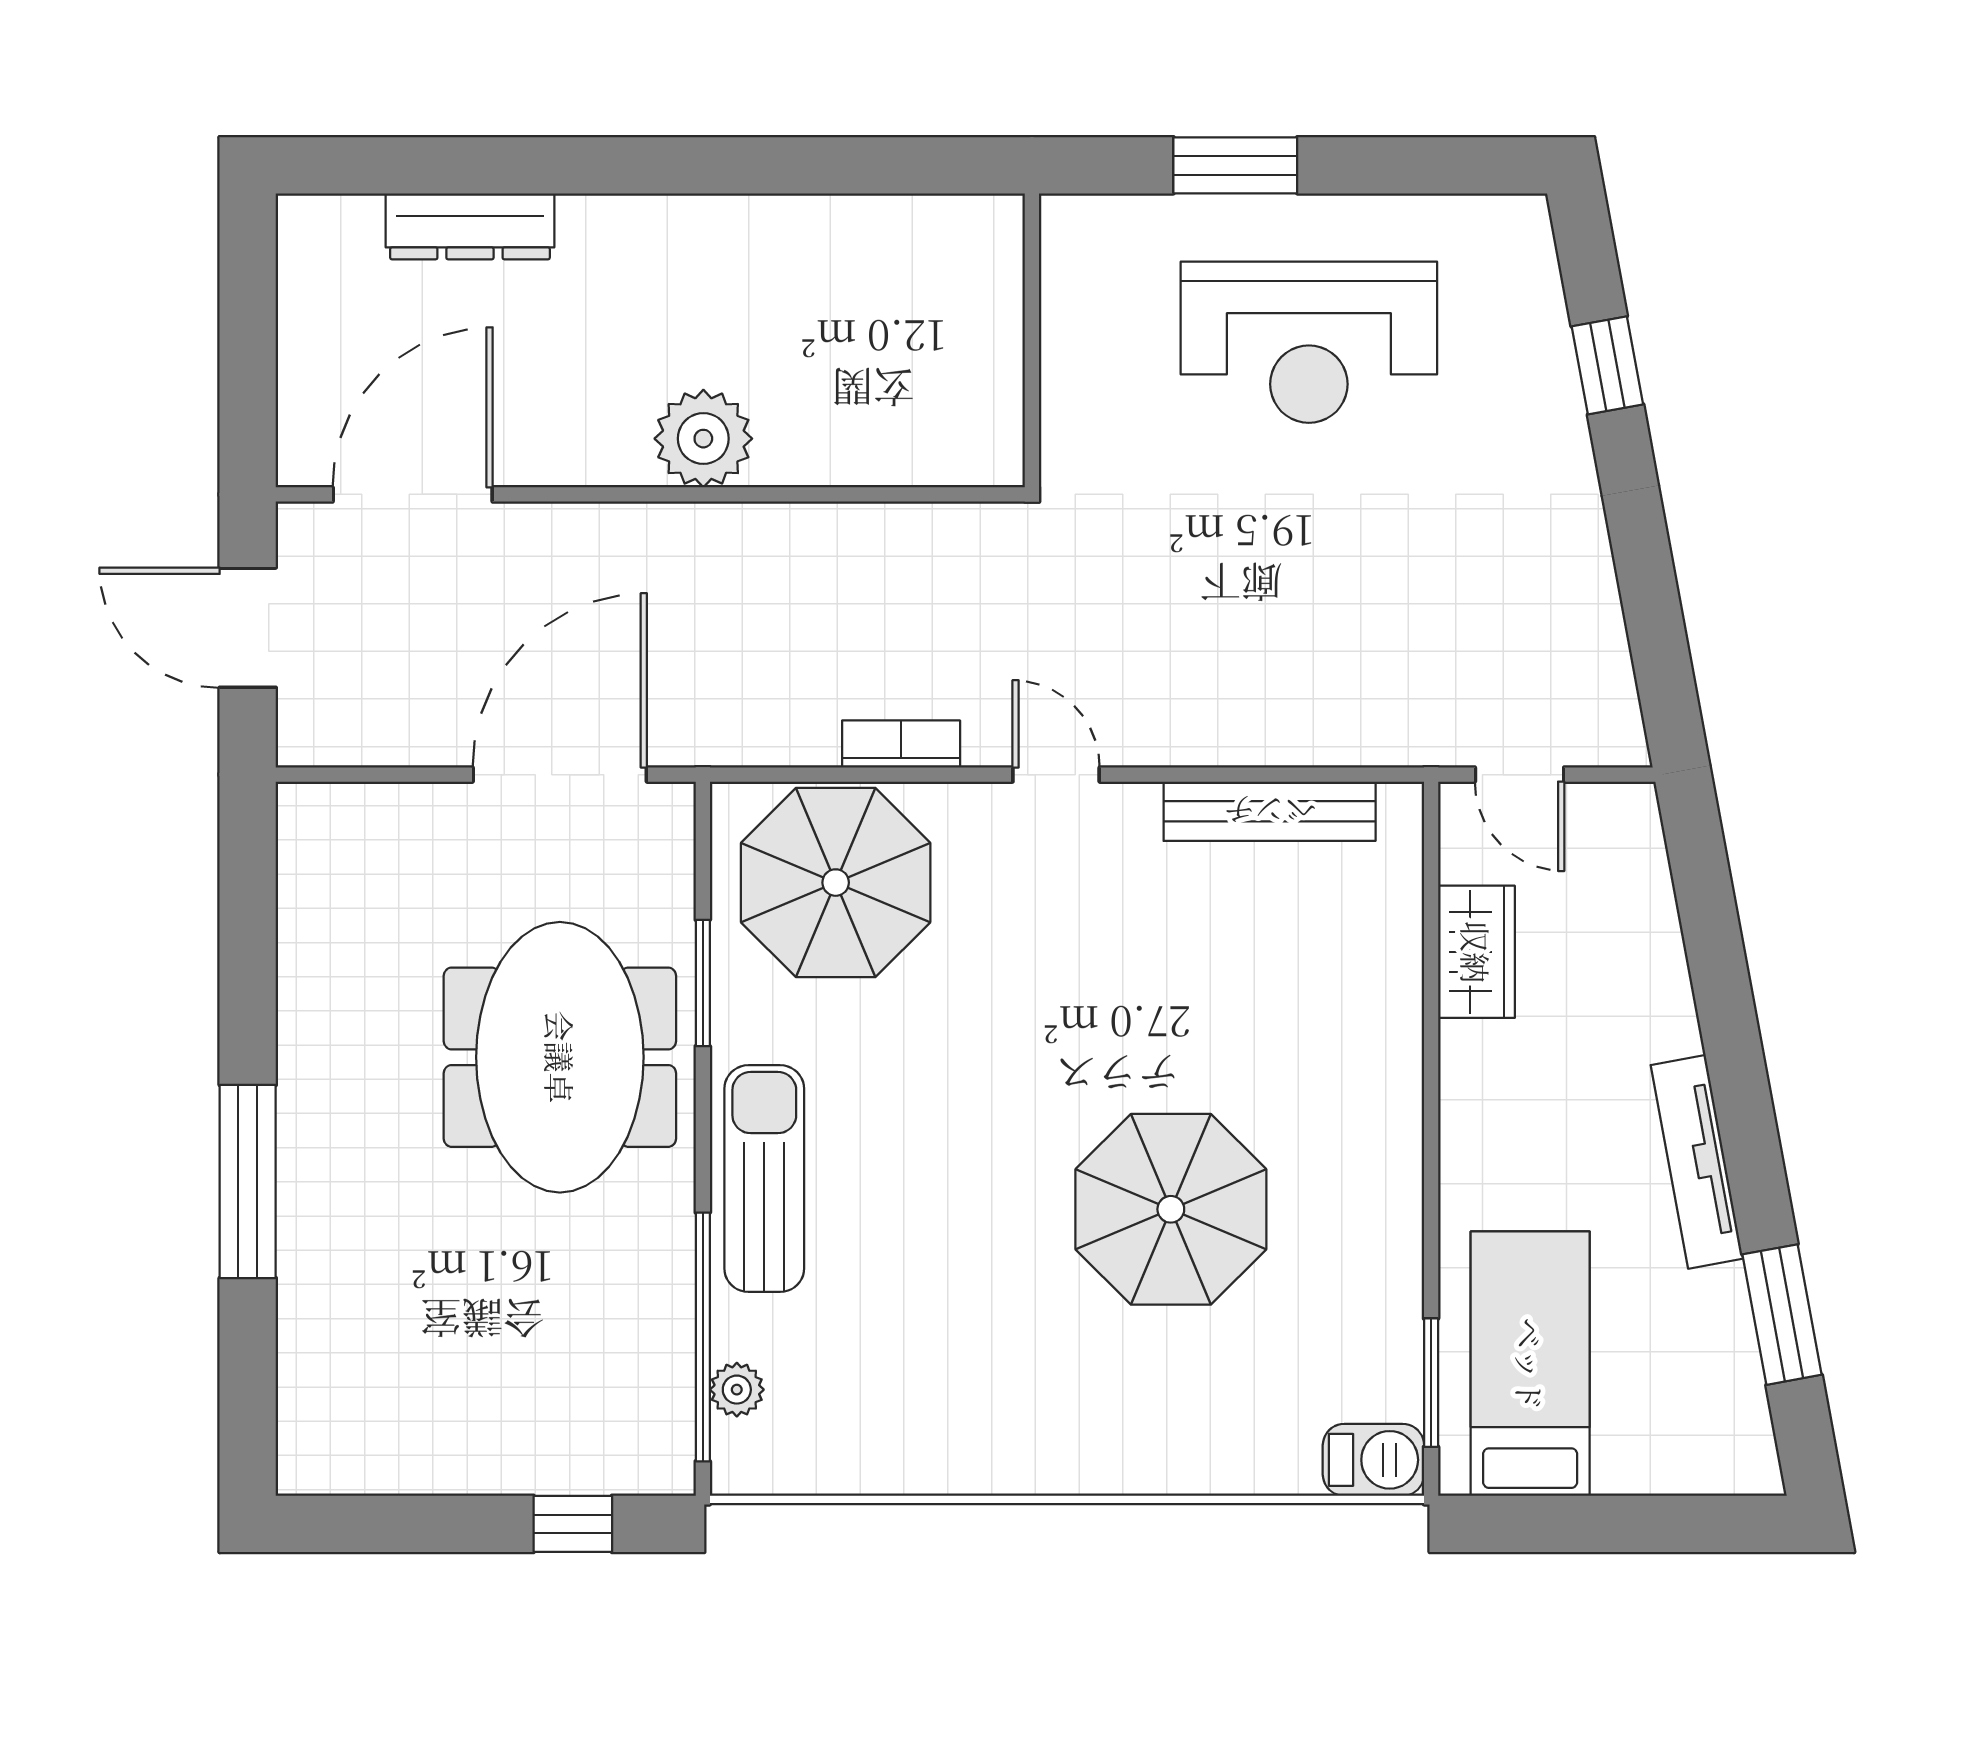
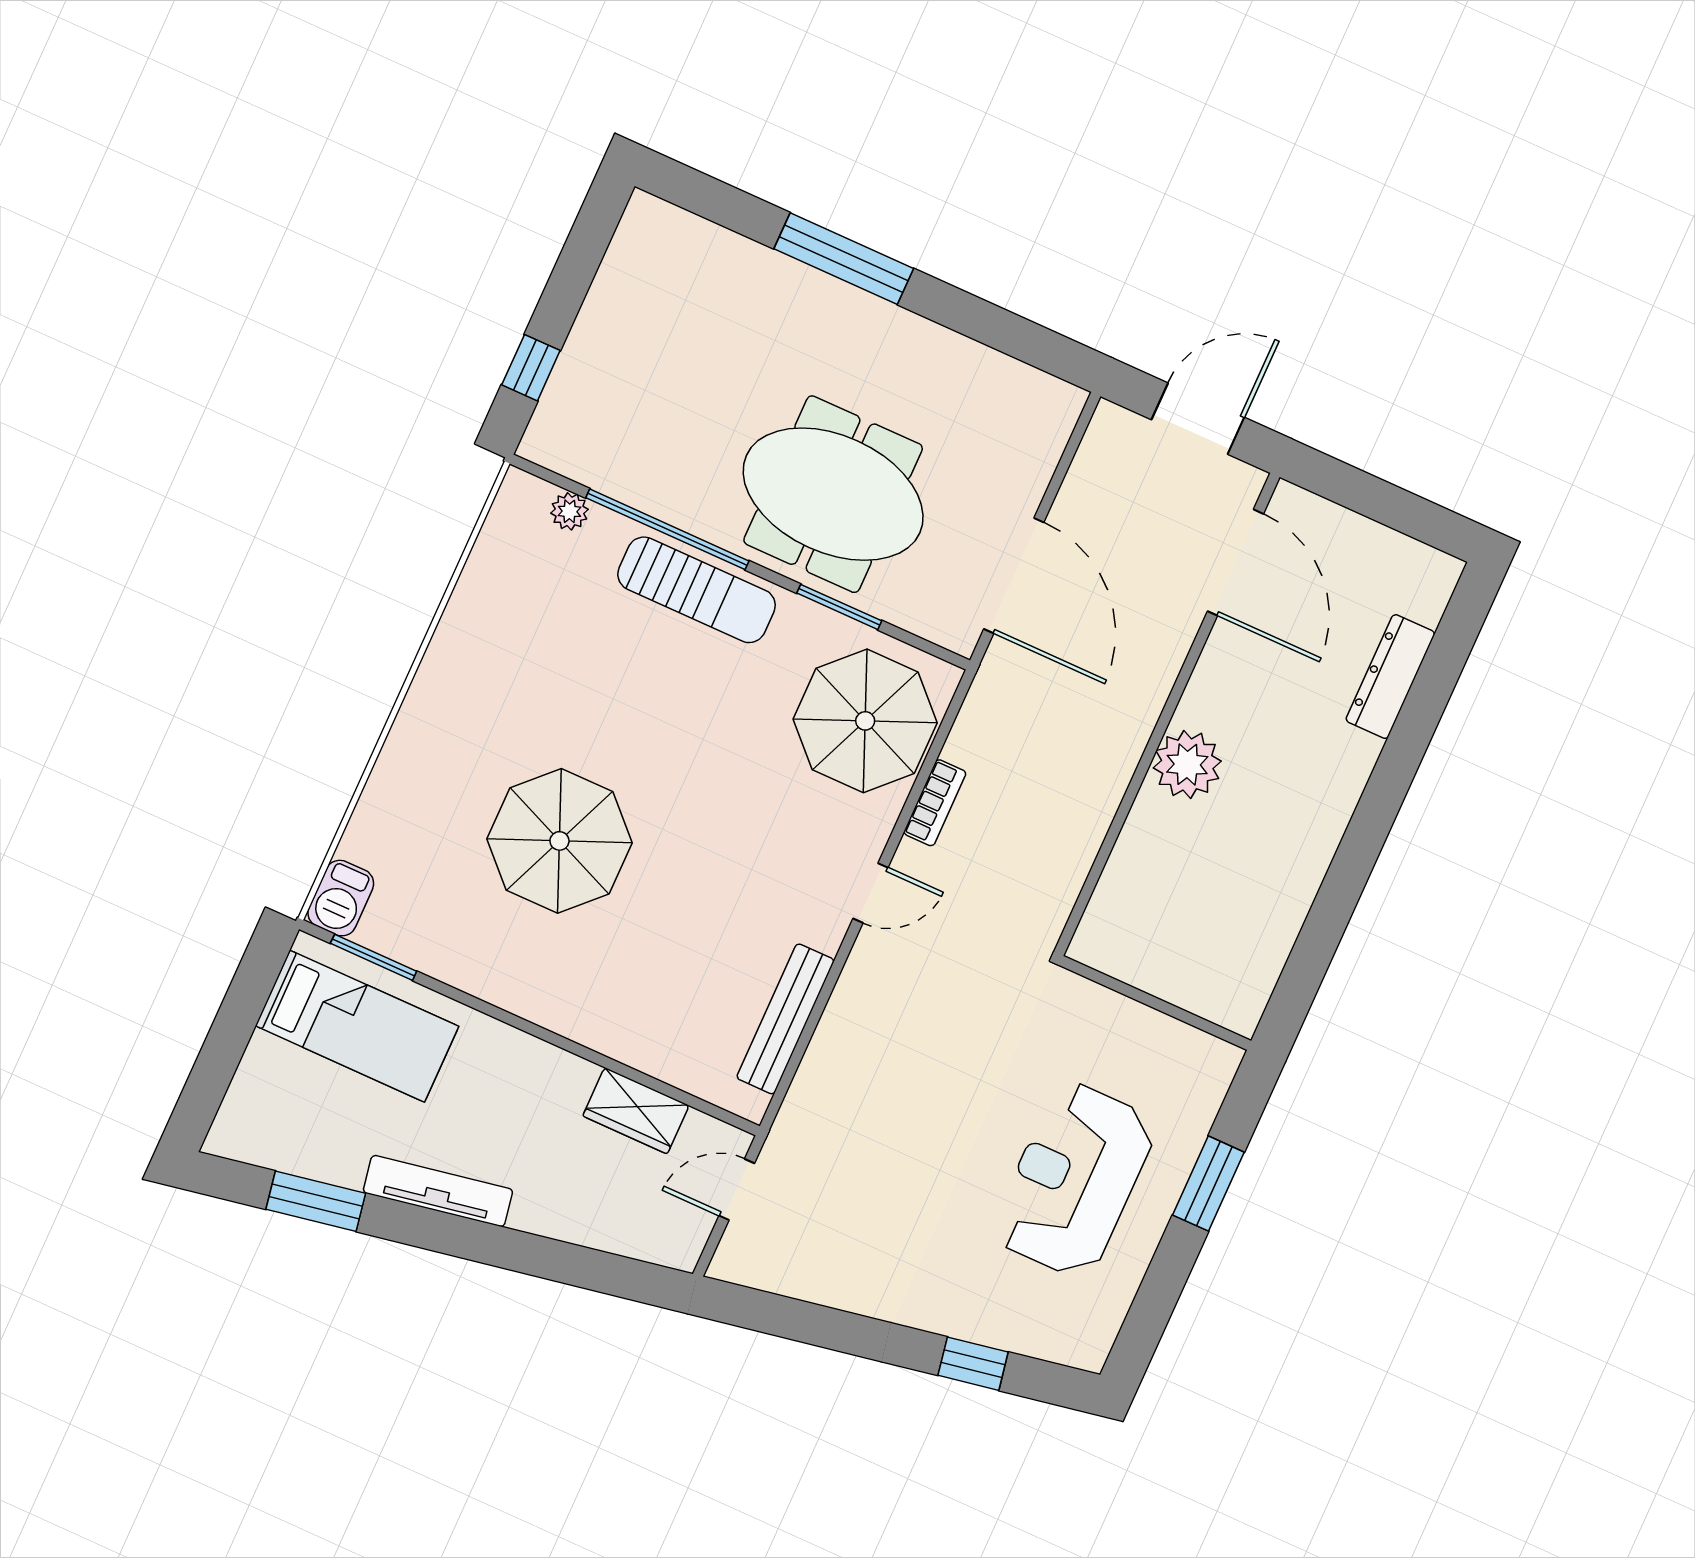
window: (703, 1337) -> (667, 529), moved

